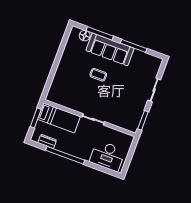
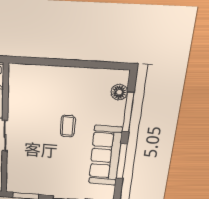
sofa: (110, 49) -> (105, 156), moved

